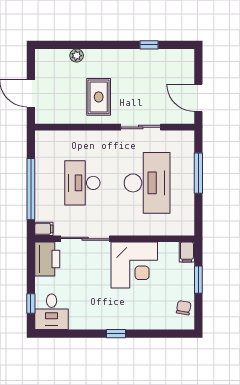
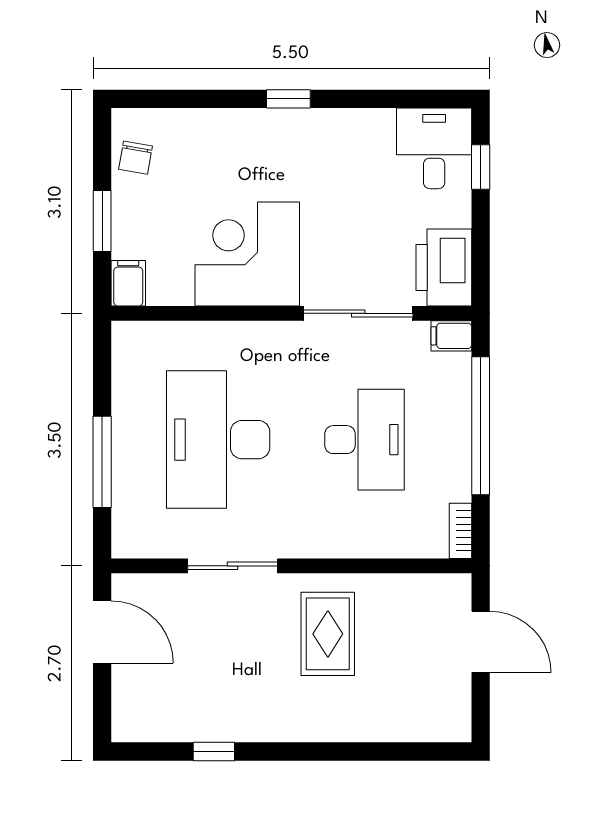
plant: (77, 56) -> (377, 727), removed
bookcase: (40, 143) -> (460, 531), added

